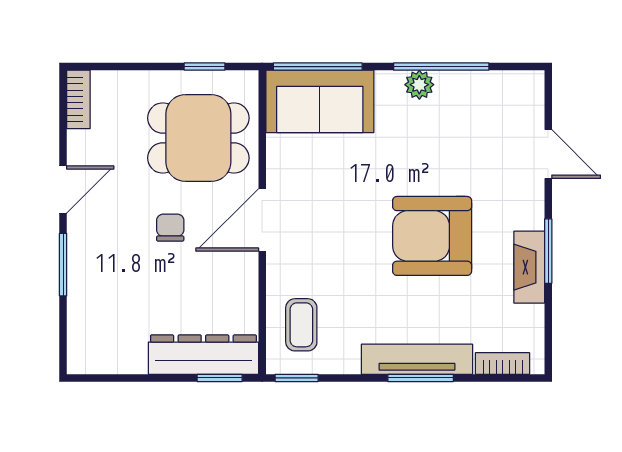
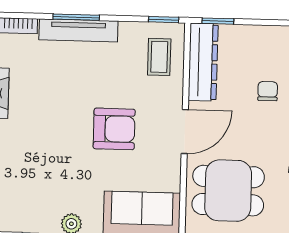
chair: (170, 228) -> (268, 91), moved, turned 180
armchair: (432, 236) -> (114, 129), moved, width x0.73, depth x0.73
dresser: (203, 355) -> (203, 62), moved, turned -90

